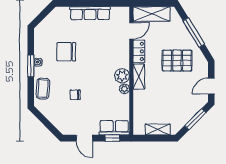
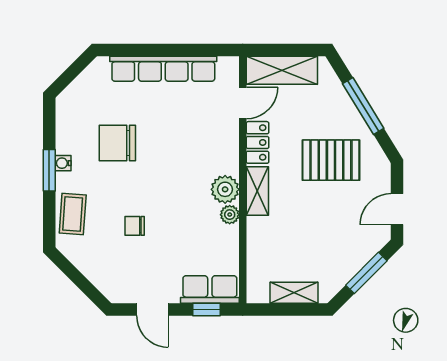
row of seats: (90, 13) -> (163, 69), width x1.36

